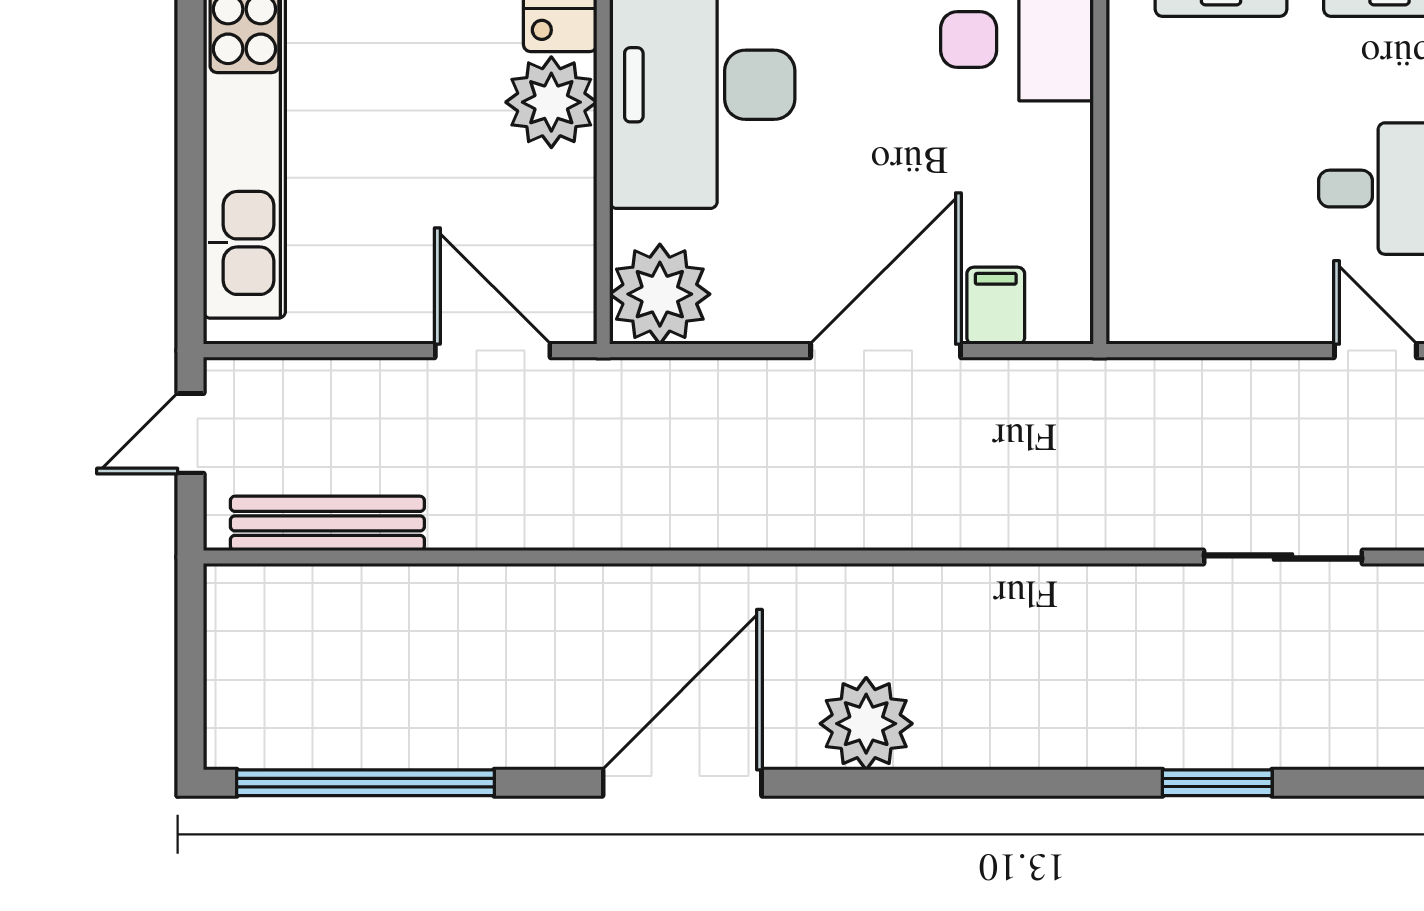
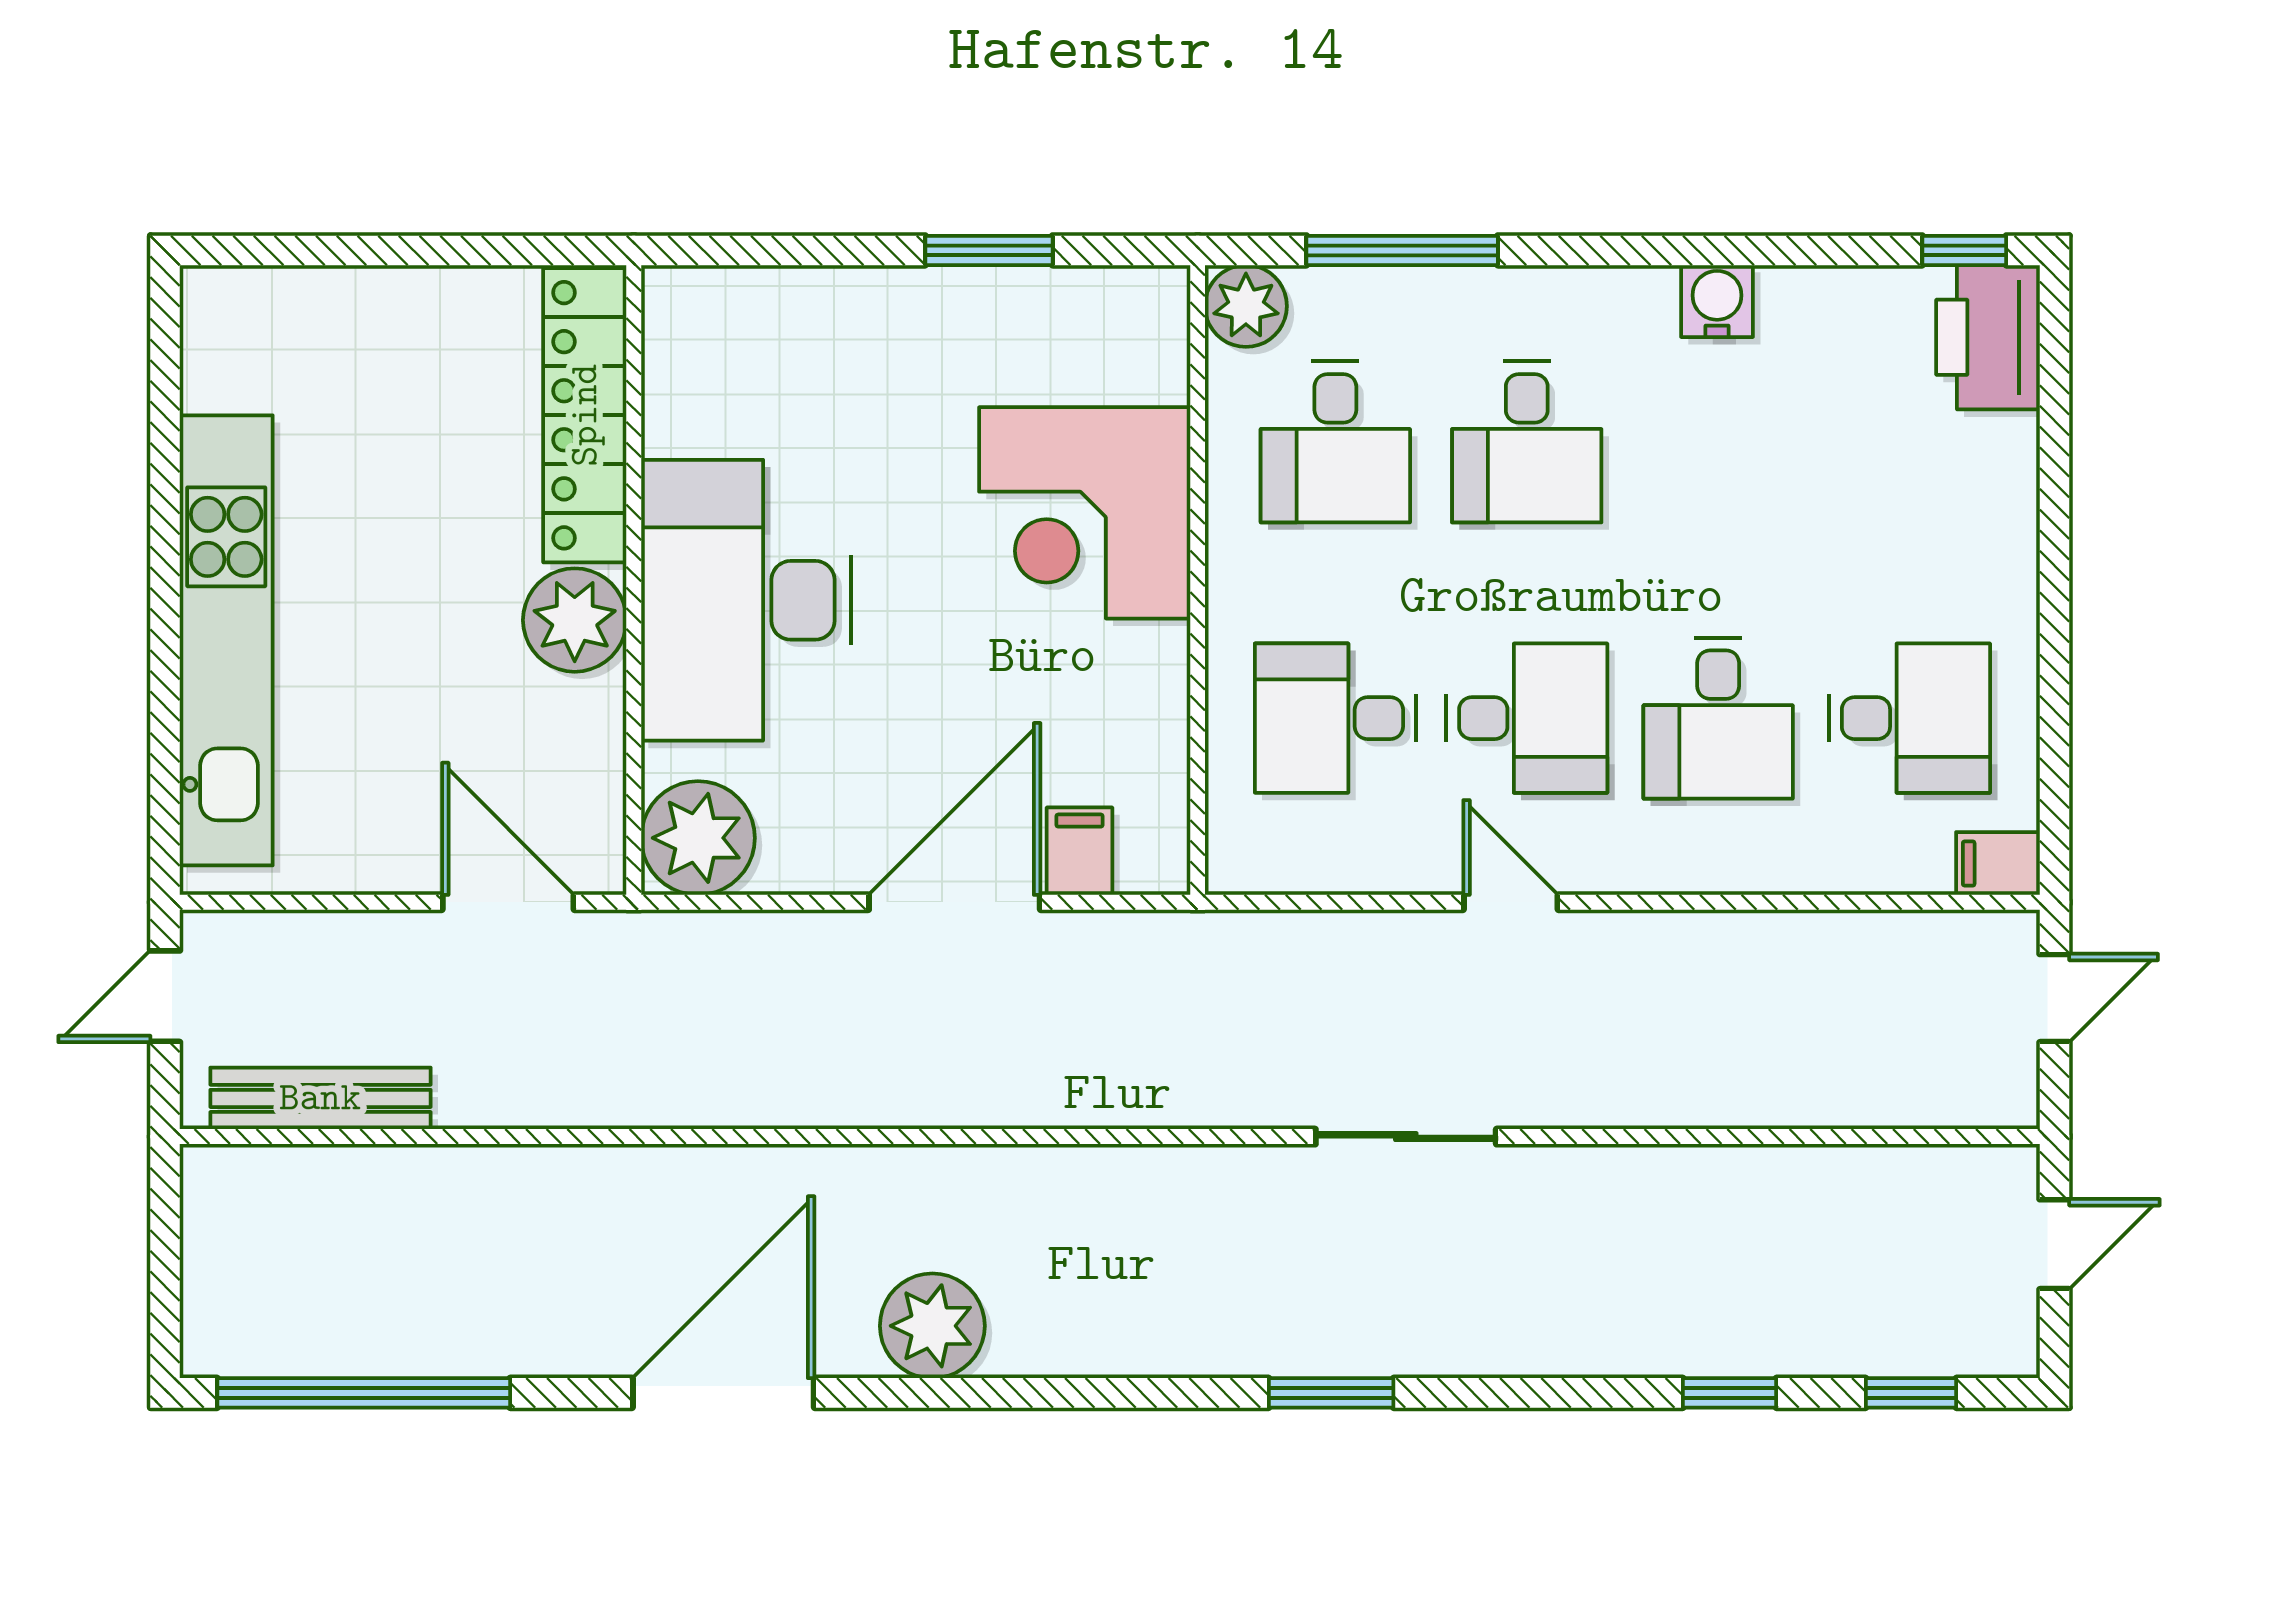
desk: (1221, 189) -> (1335, 718), added

